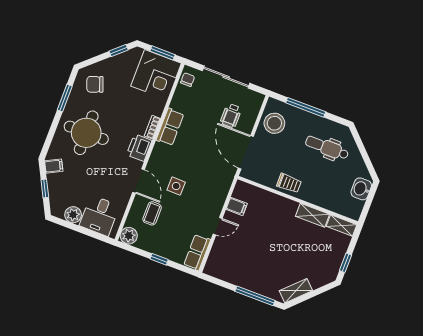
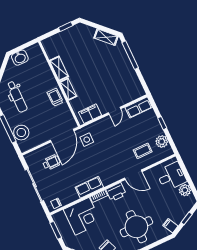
corner desk: (156, 75) -> (82, 216), moved, turned 90
stool: (274, 123) -> (21, 133), moved
door: (139, 181) -> (133, 175), swing flipped
side table: (176, 186) -> (87, 140), moved
filing cabinet: (237, 206) -> (90, 114), width x2.00
door: (218, 226) -> (115, 111), swing flipped
shelving: (342, 226) -> (68, 89), moved
plant: (129, 236) -> (162, 142), moved

